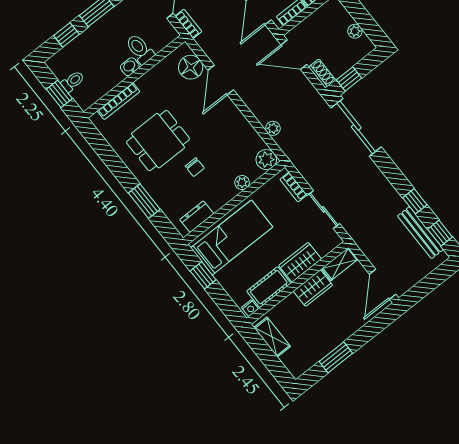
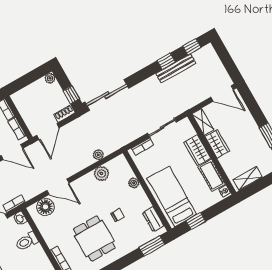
plant: (355, 31) -> (50, 78), moved
washbasin: (130, 67) -> (20, 218), moved
plant: (266, 160) -> (102, 173), moved
window: (144, 201) -> (152, 246), moved
bench: (421, 233) -> (176, 68), moved

